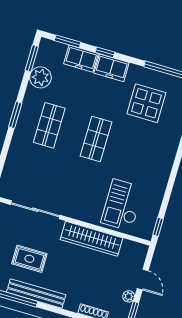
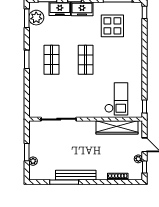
plant: (40, 77) -> (36, 18), moved
checkout: (122, 205) -> (116, 99), turned 180
wardrobe: (92, 239) -> (117, 127), moved
rug: (29, 259) -> (64, 153), removed

